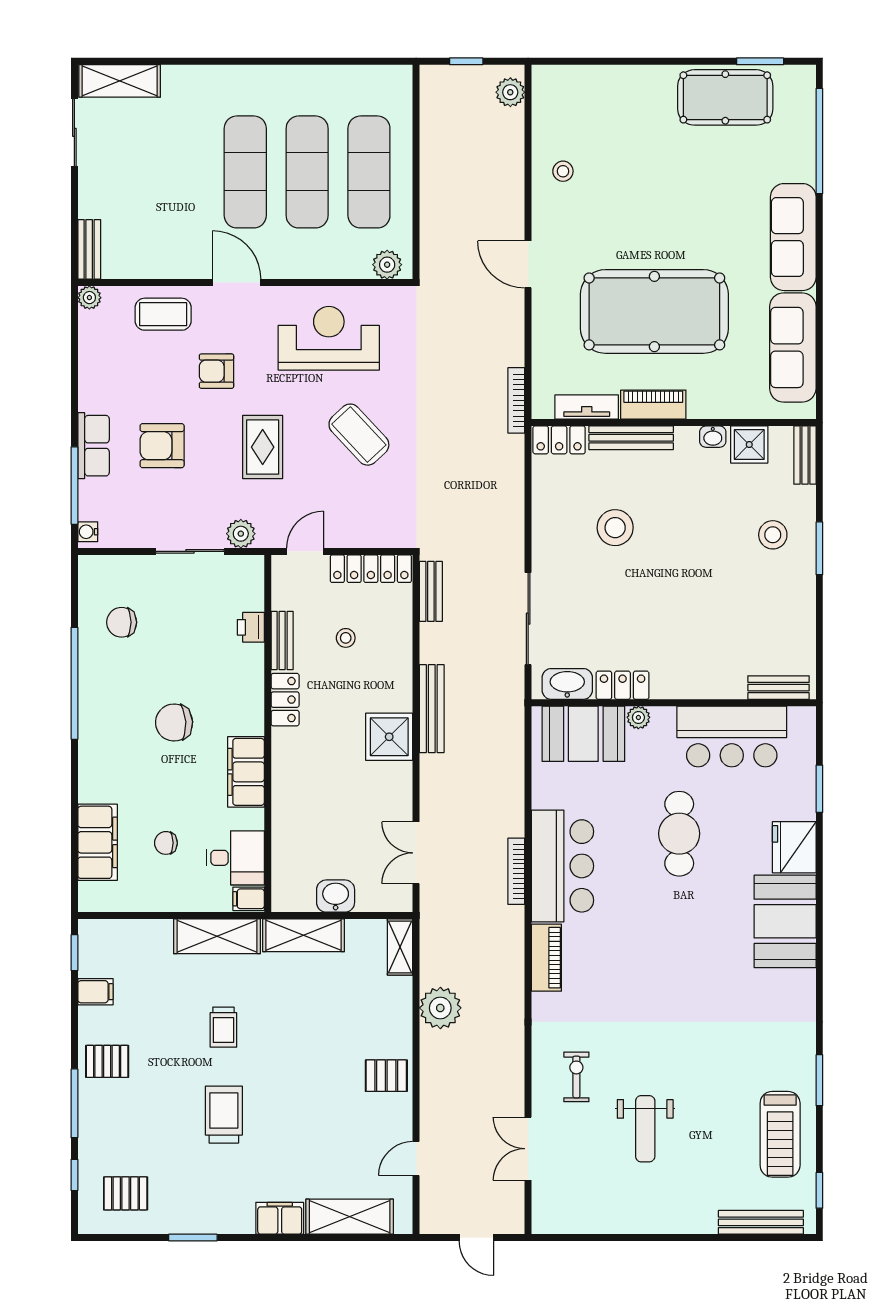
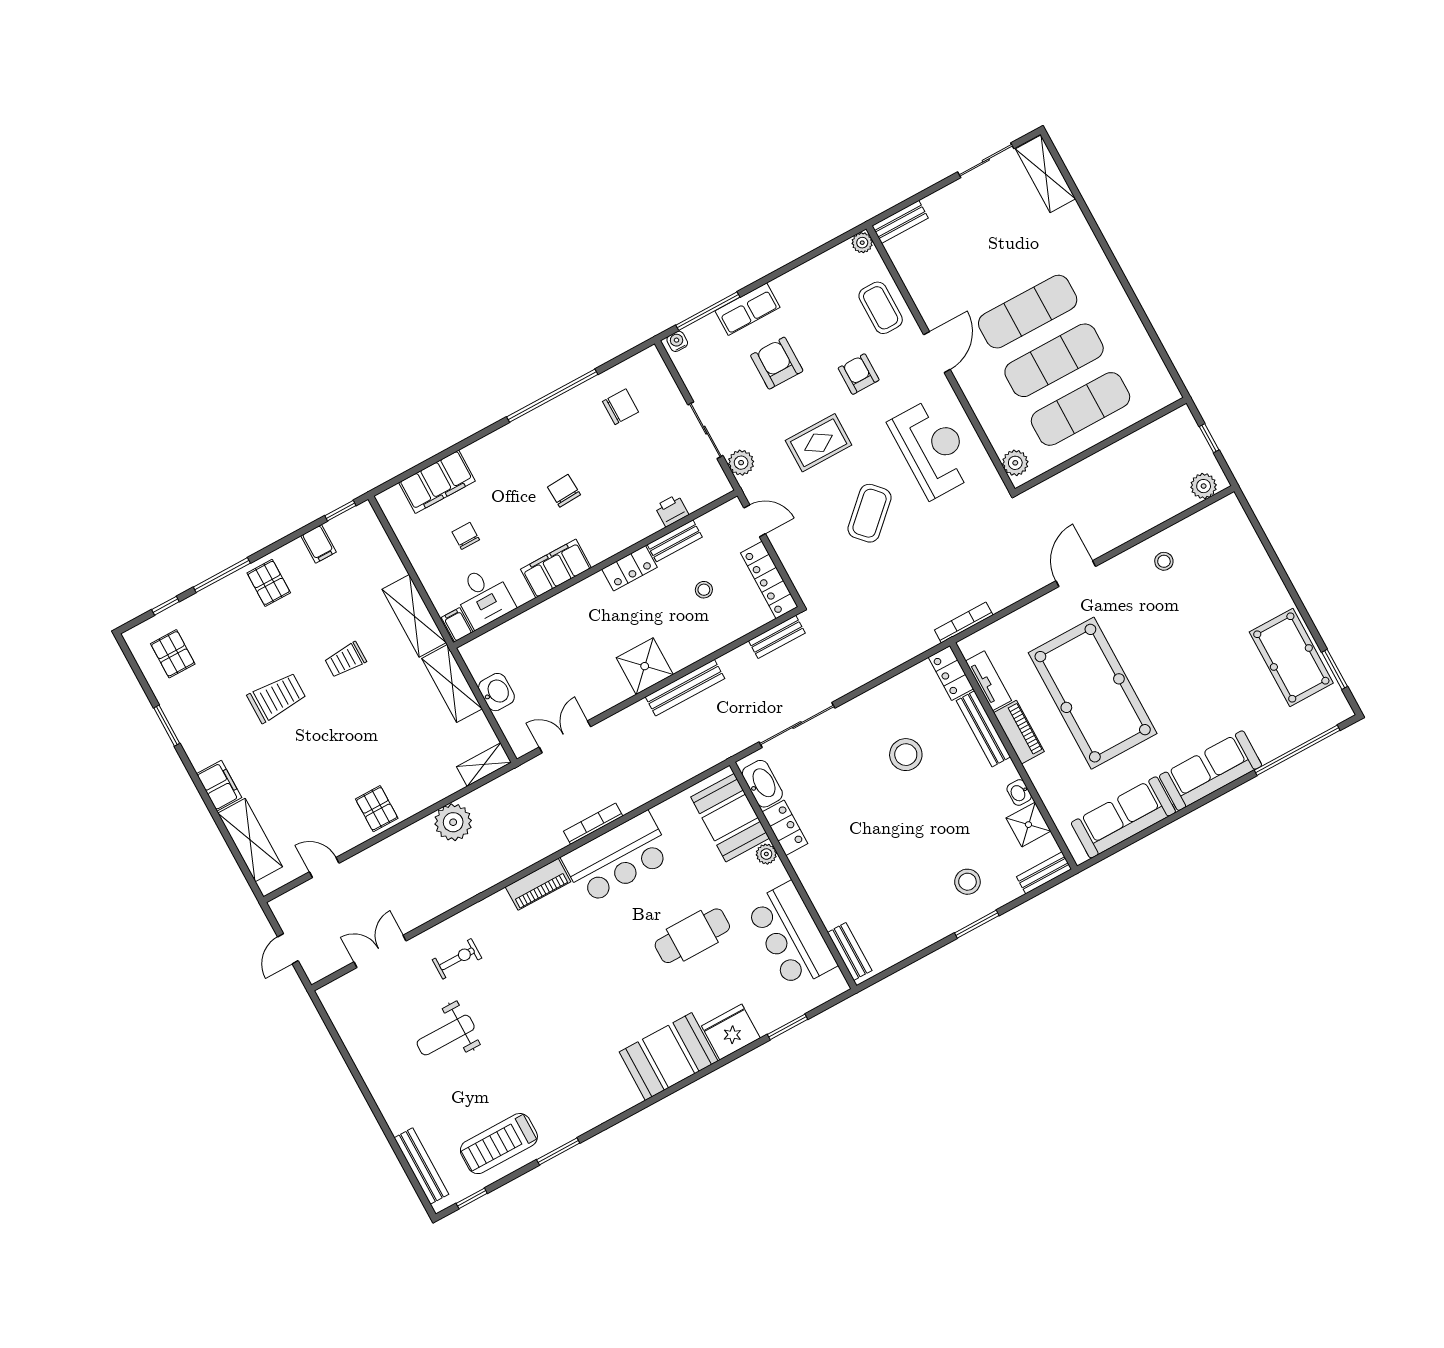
chair: (122, 622) -> (620, 407), turned 90
chair: (174, 723) -> (564, 491), width x0.73, depth x0.73

